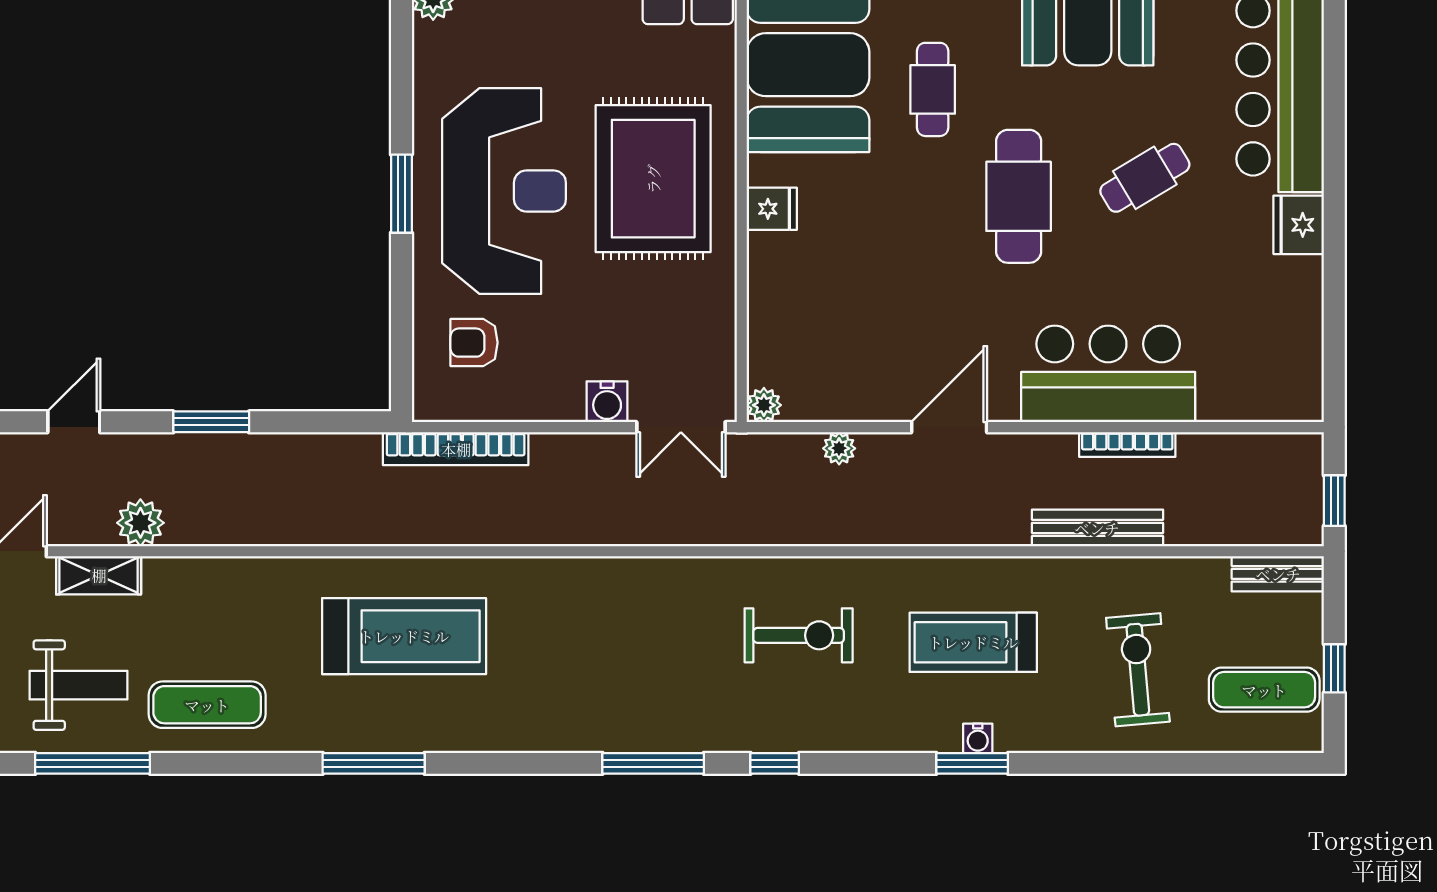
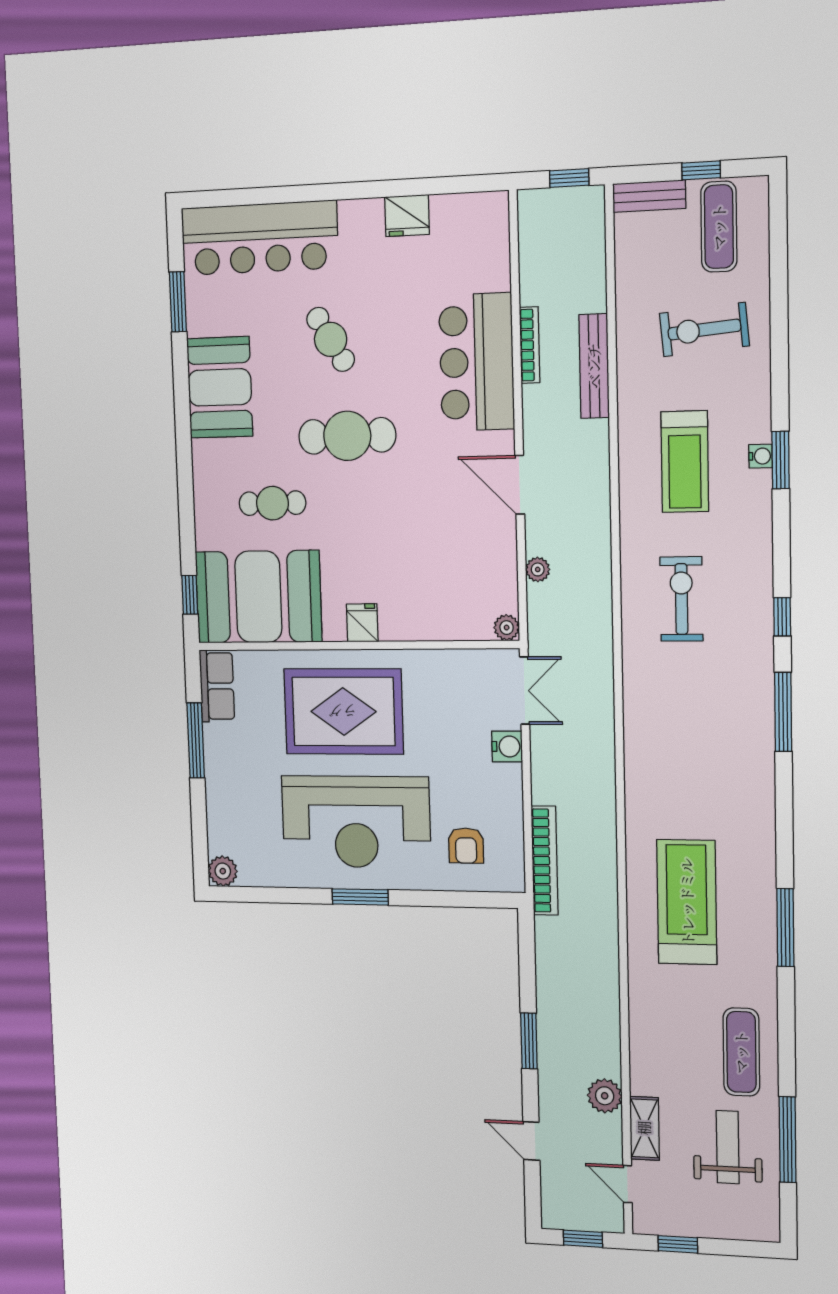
reception desk: (504, 191) -> (356, 822), turned 180
fridge: (1299, 225) -> (407, 216), moved
bench: (1278, 574) -> (649, 196), moved, turned 90

